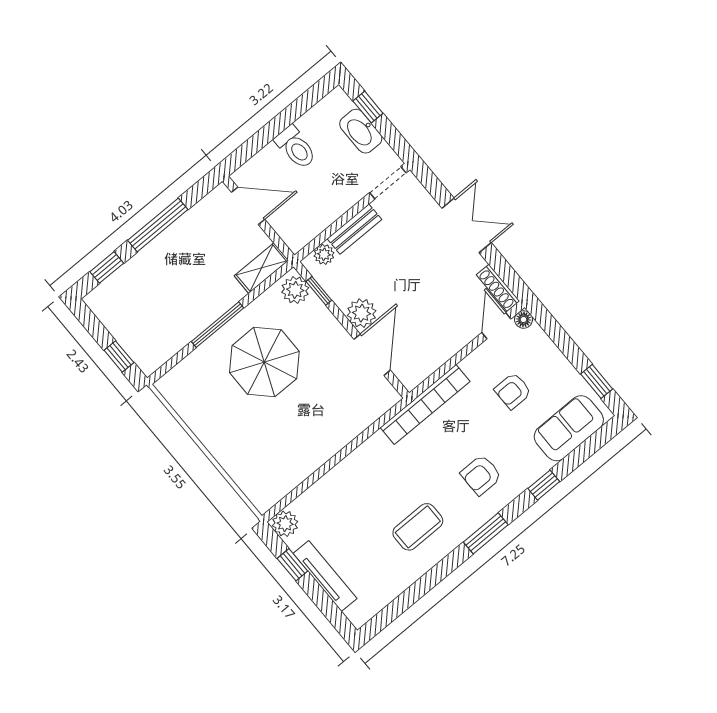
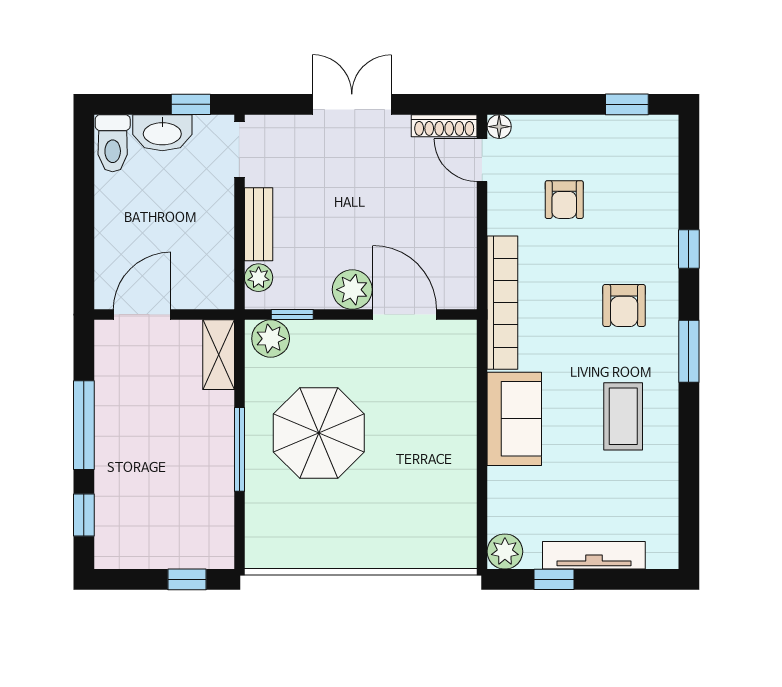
window: (368, 107) -> (191, 104), moved
toilet: (296, 147) -> (113, 143), moved, turned 90
sofa: (569, 428) -> (514, 419), moved, turned 180

